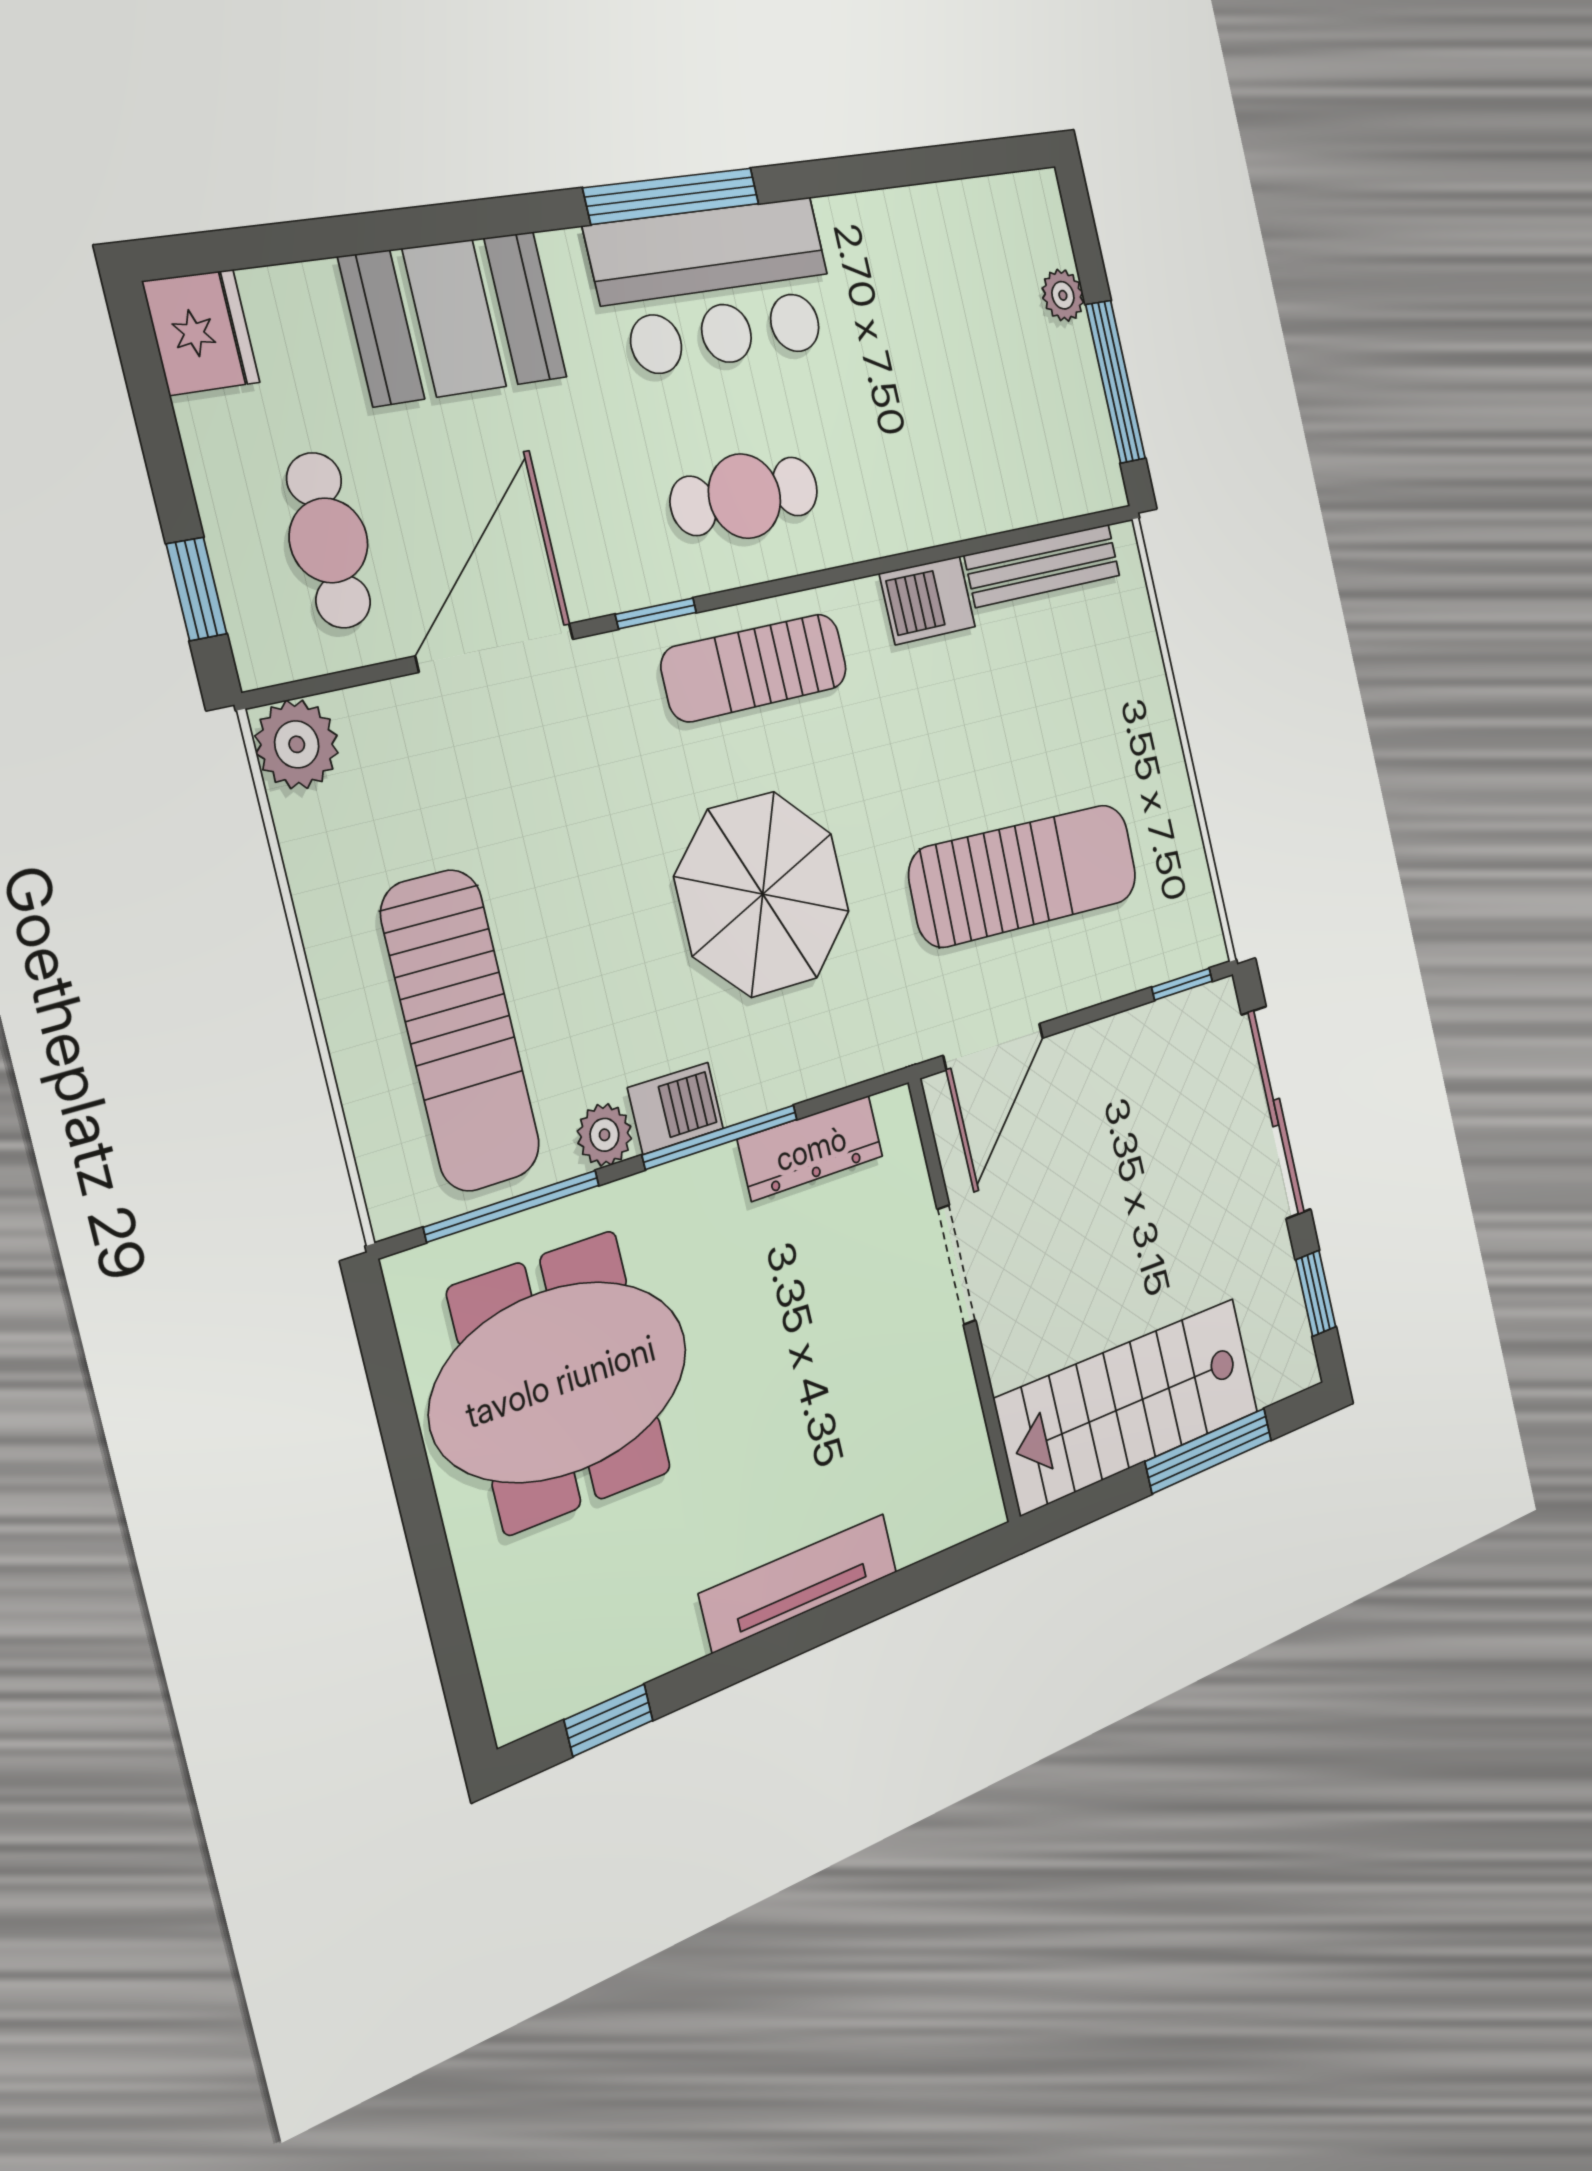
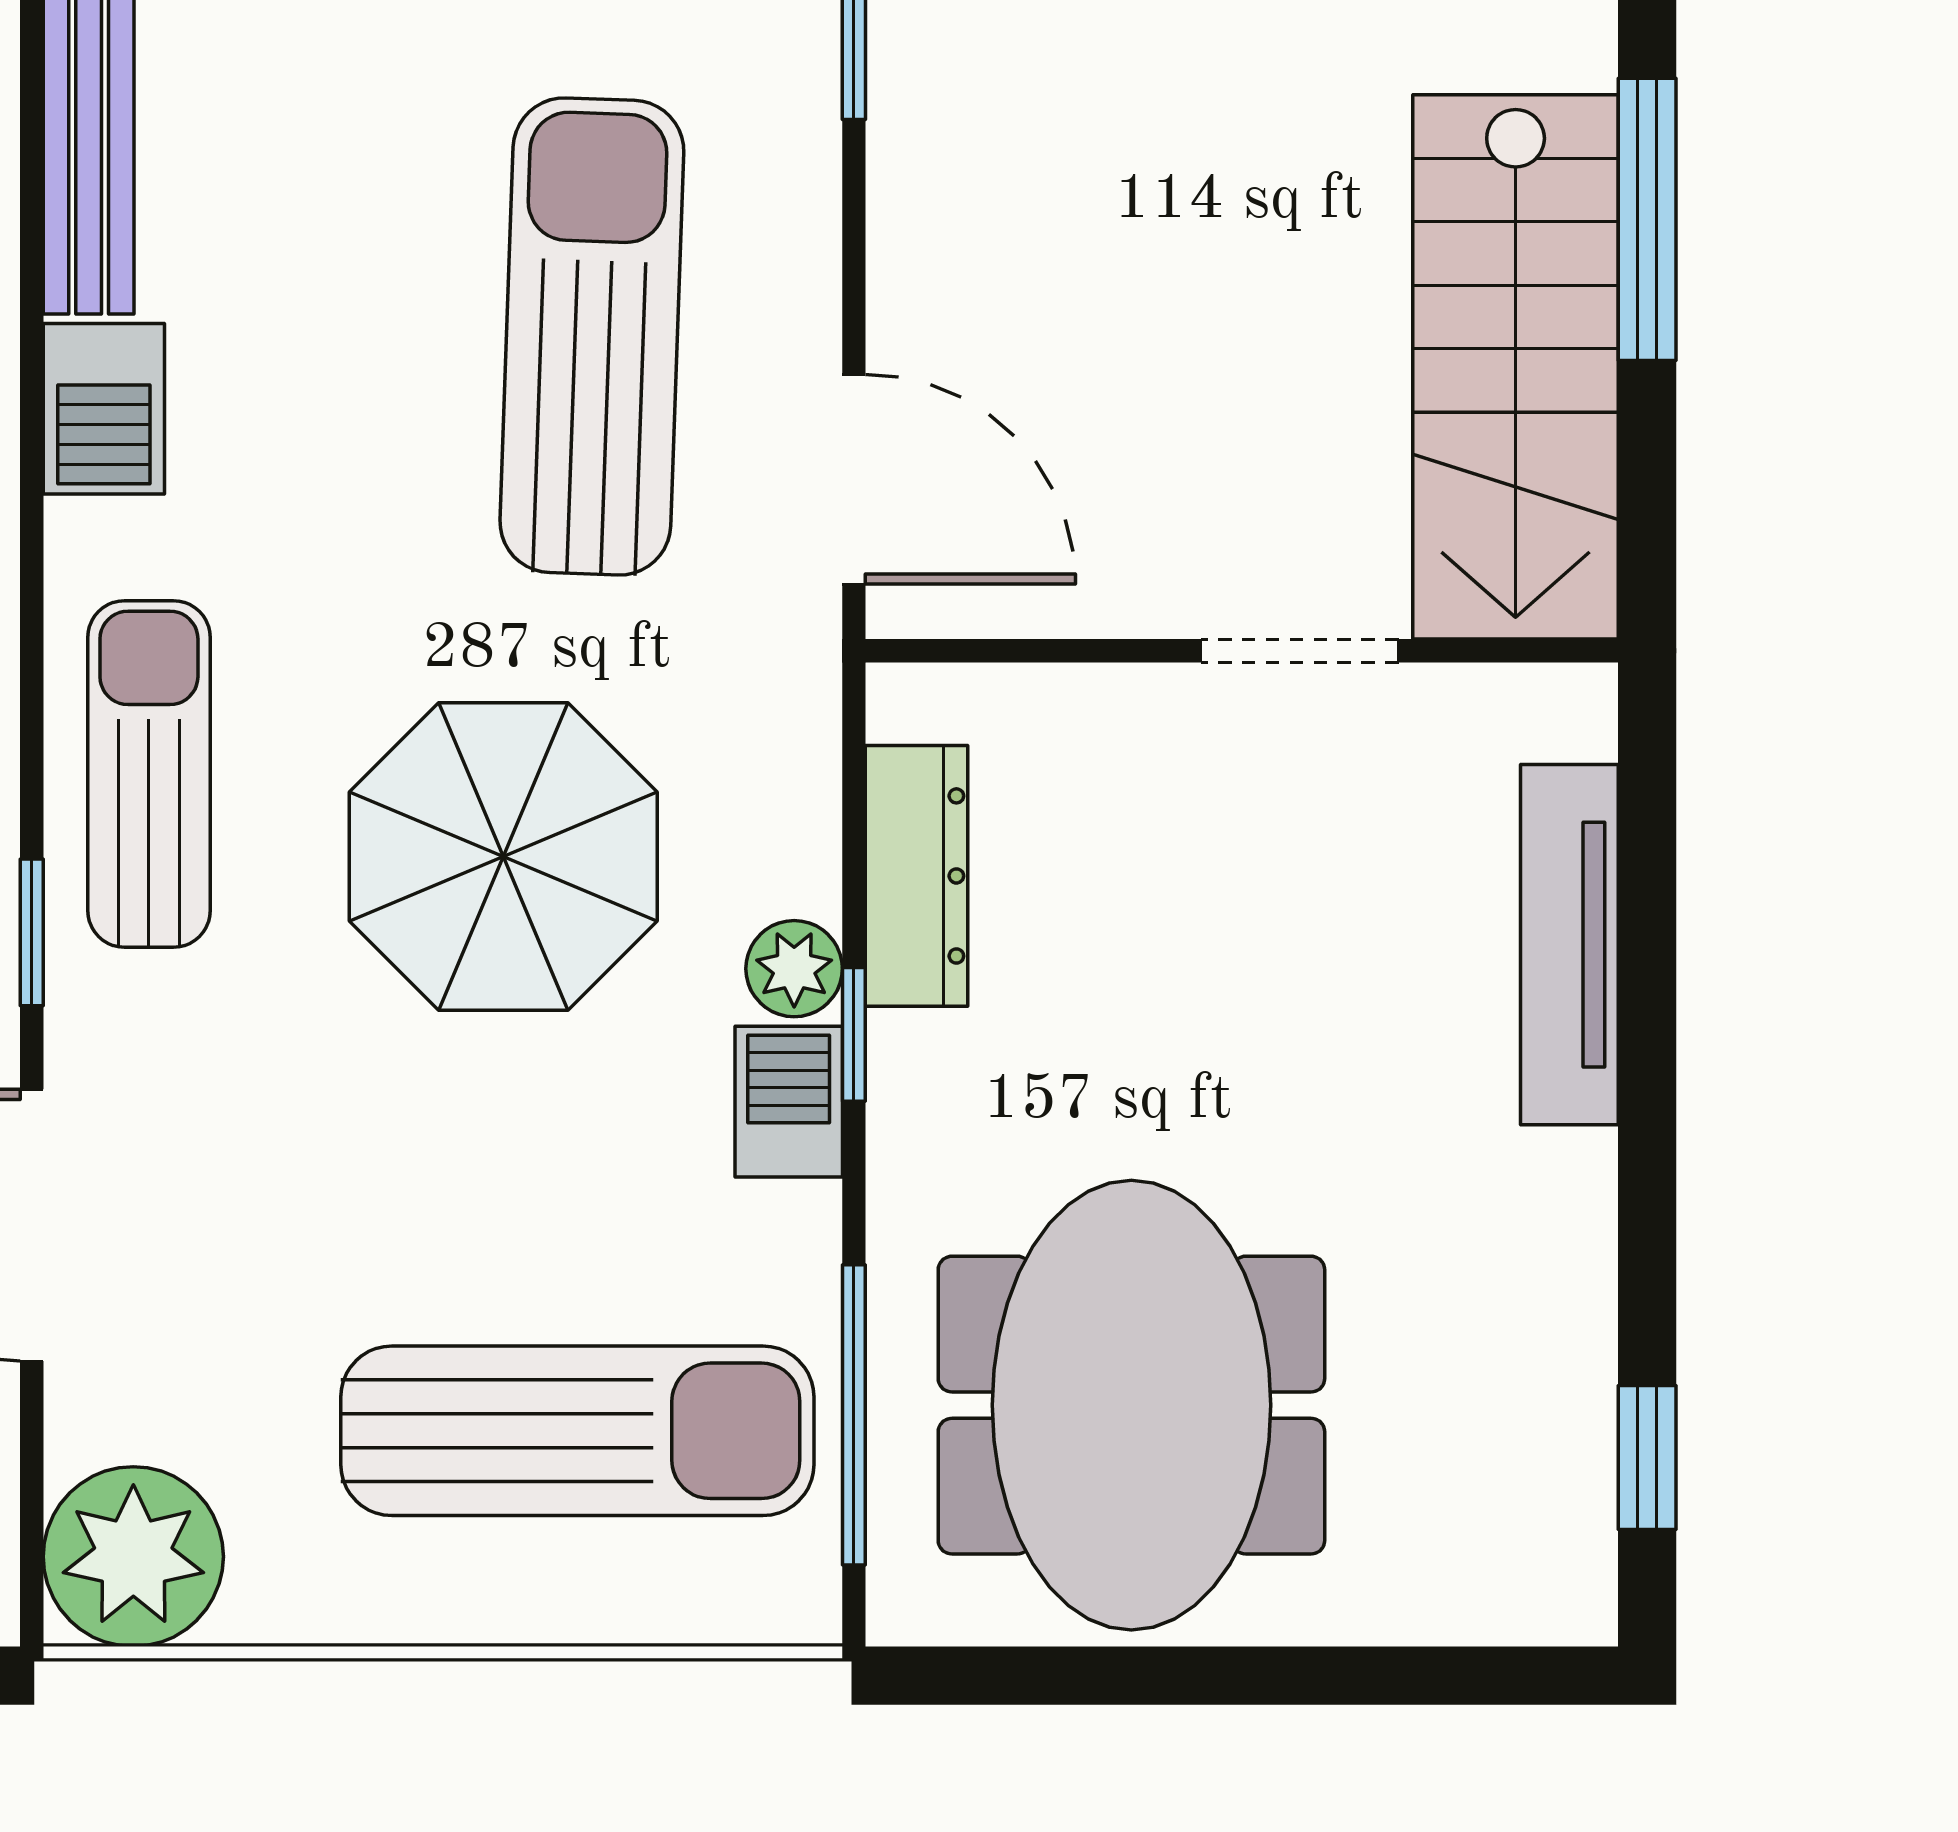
sun lounger: (755, 668) -> (149, 774), turned 180
plant: (297, 744) -> (133, 1557), width x1.36, depth x1.36
plant: (605, 1135) -> (794, 969), moved
window: (721, 1137) -> (854, 1034), width x0.46
doorway: (956, 1265) -> (1300, 651), moved
tv unit: (799, 1583) -> (1569, 945), moved

